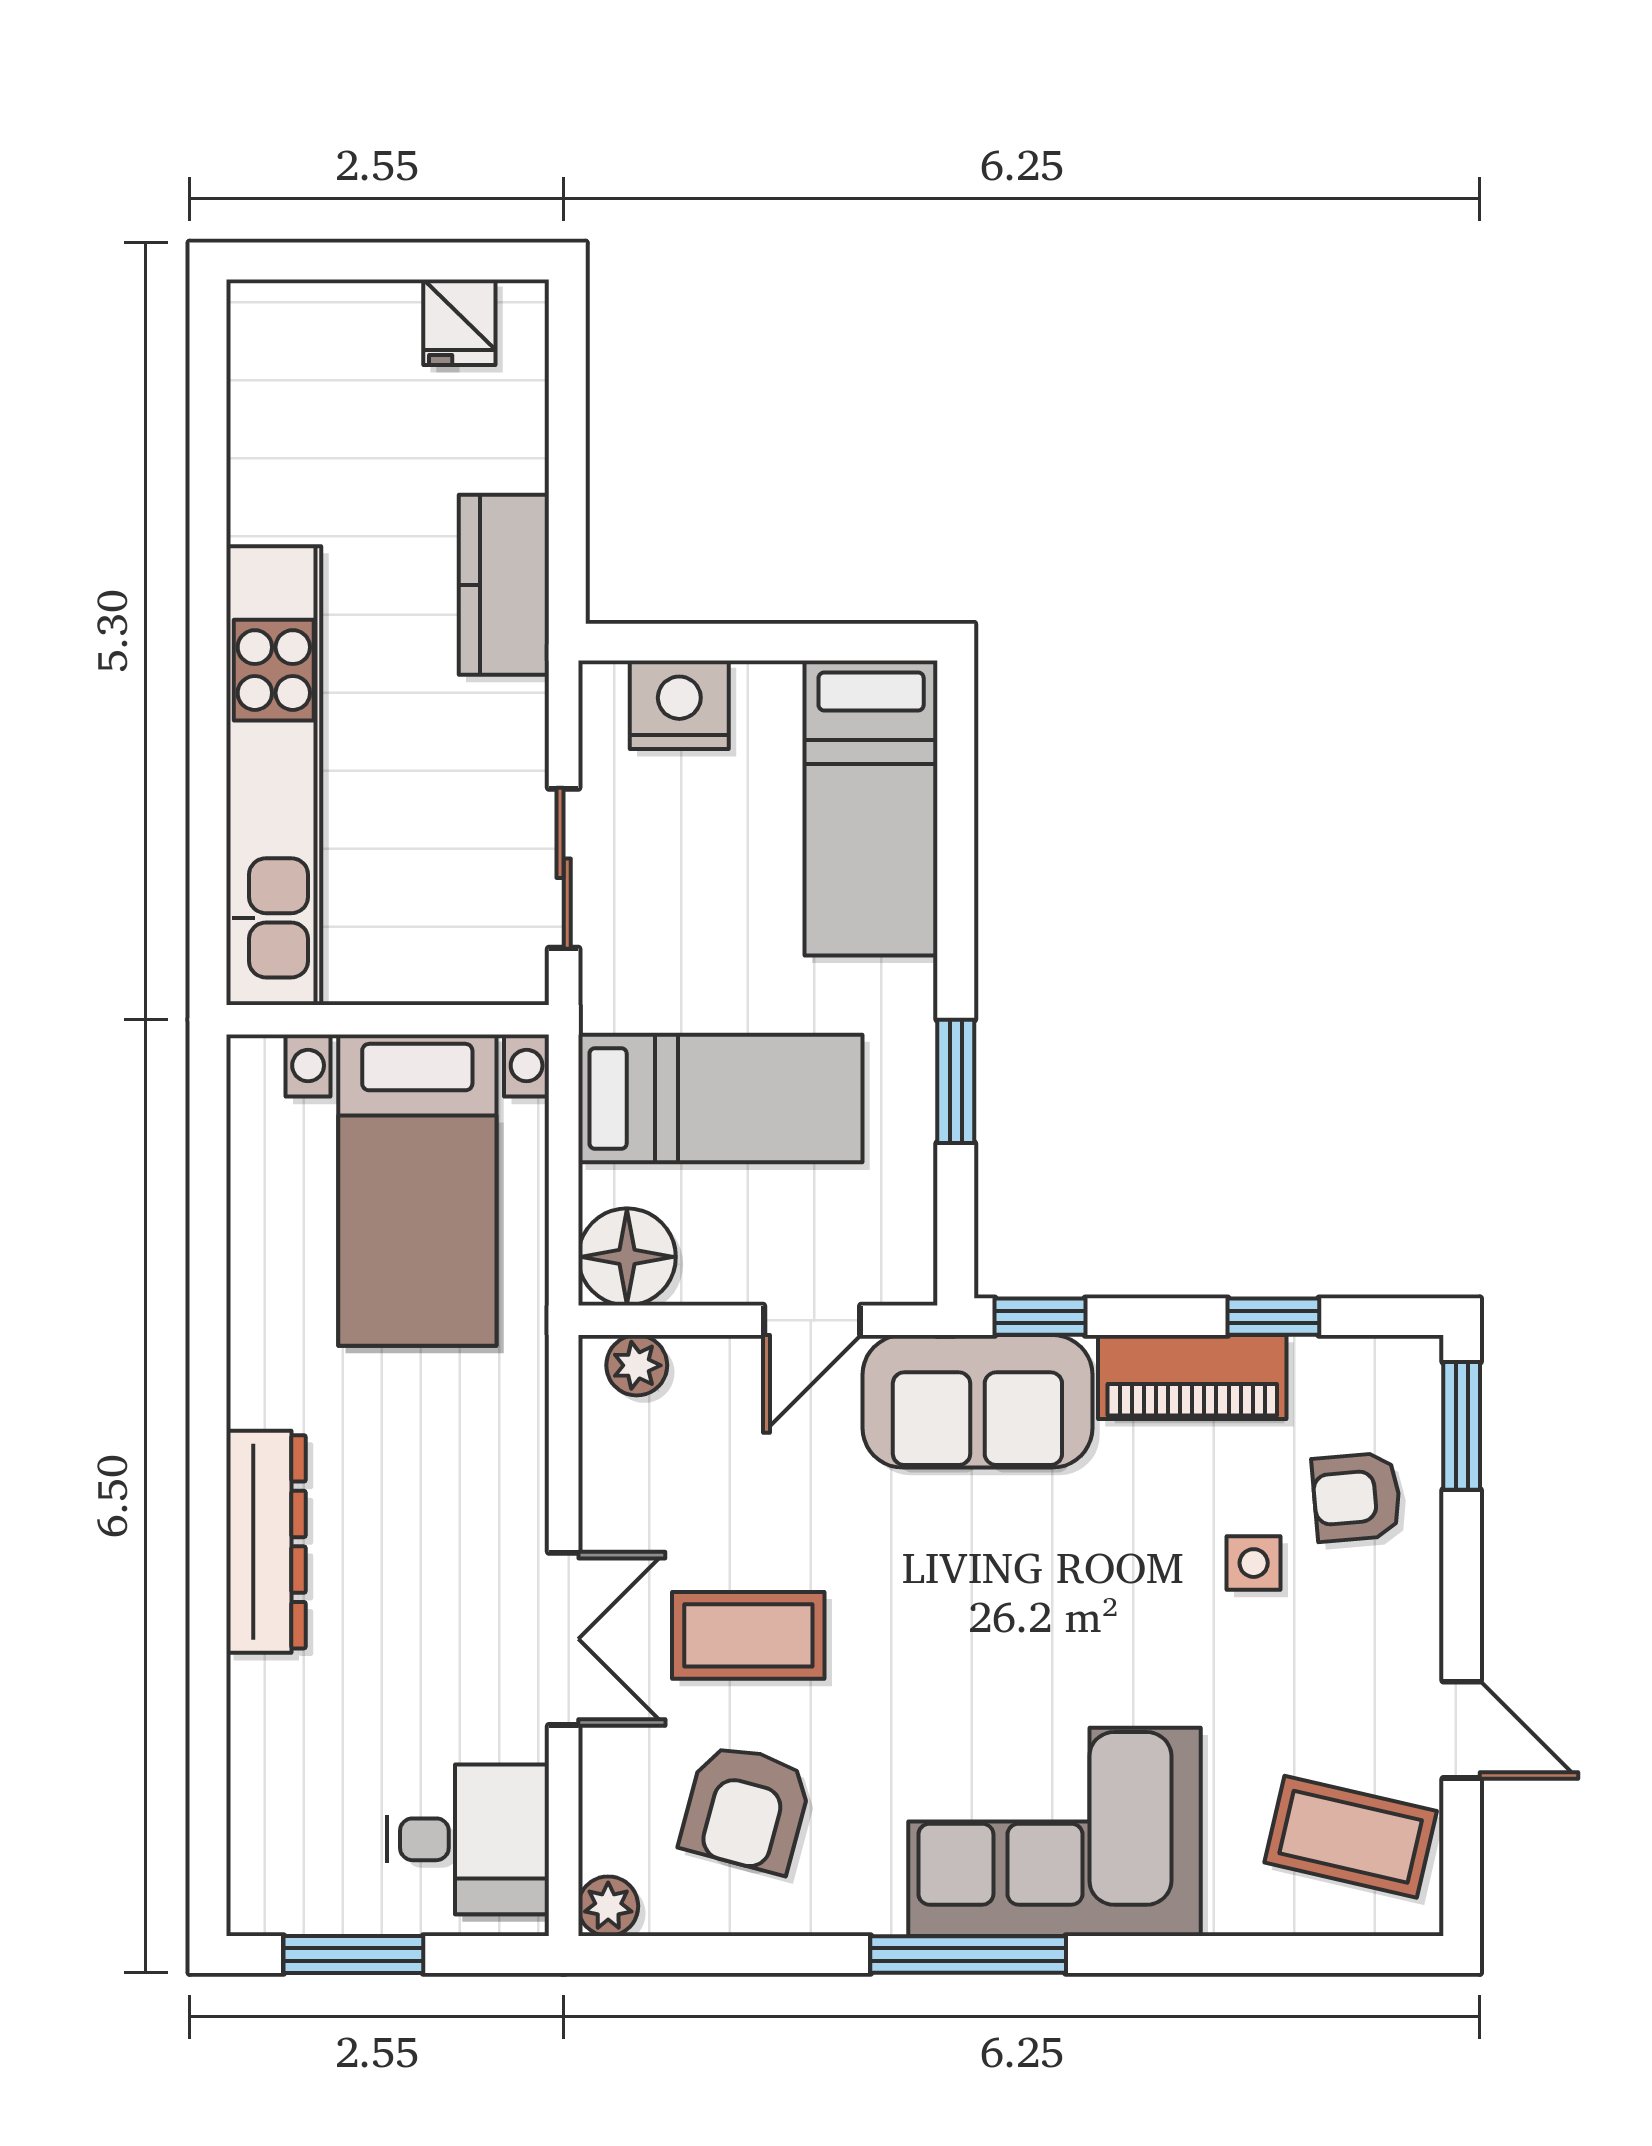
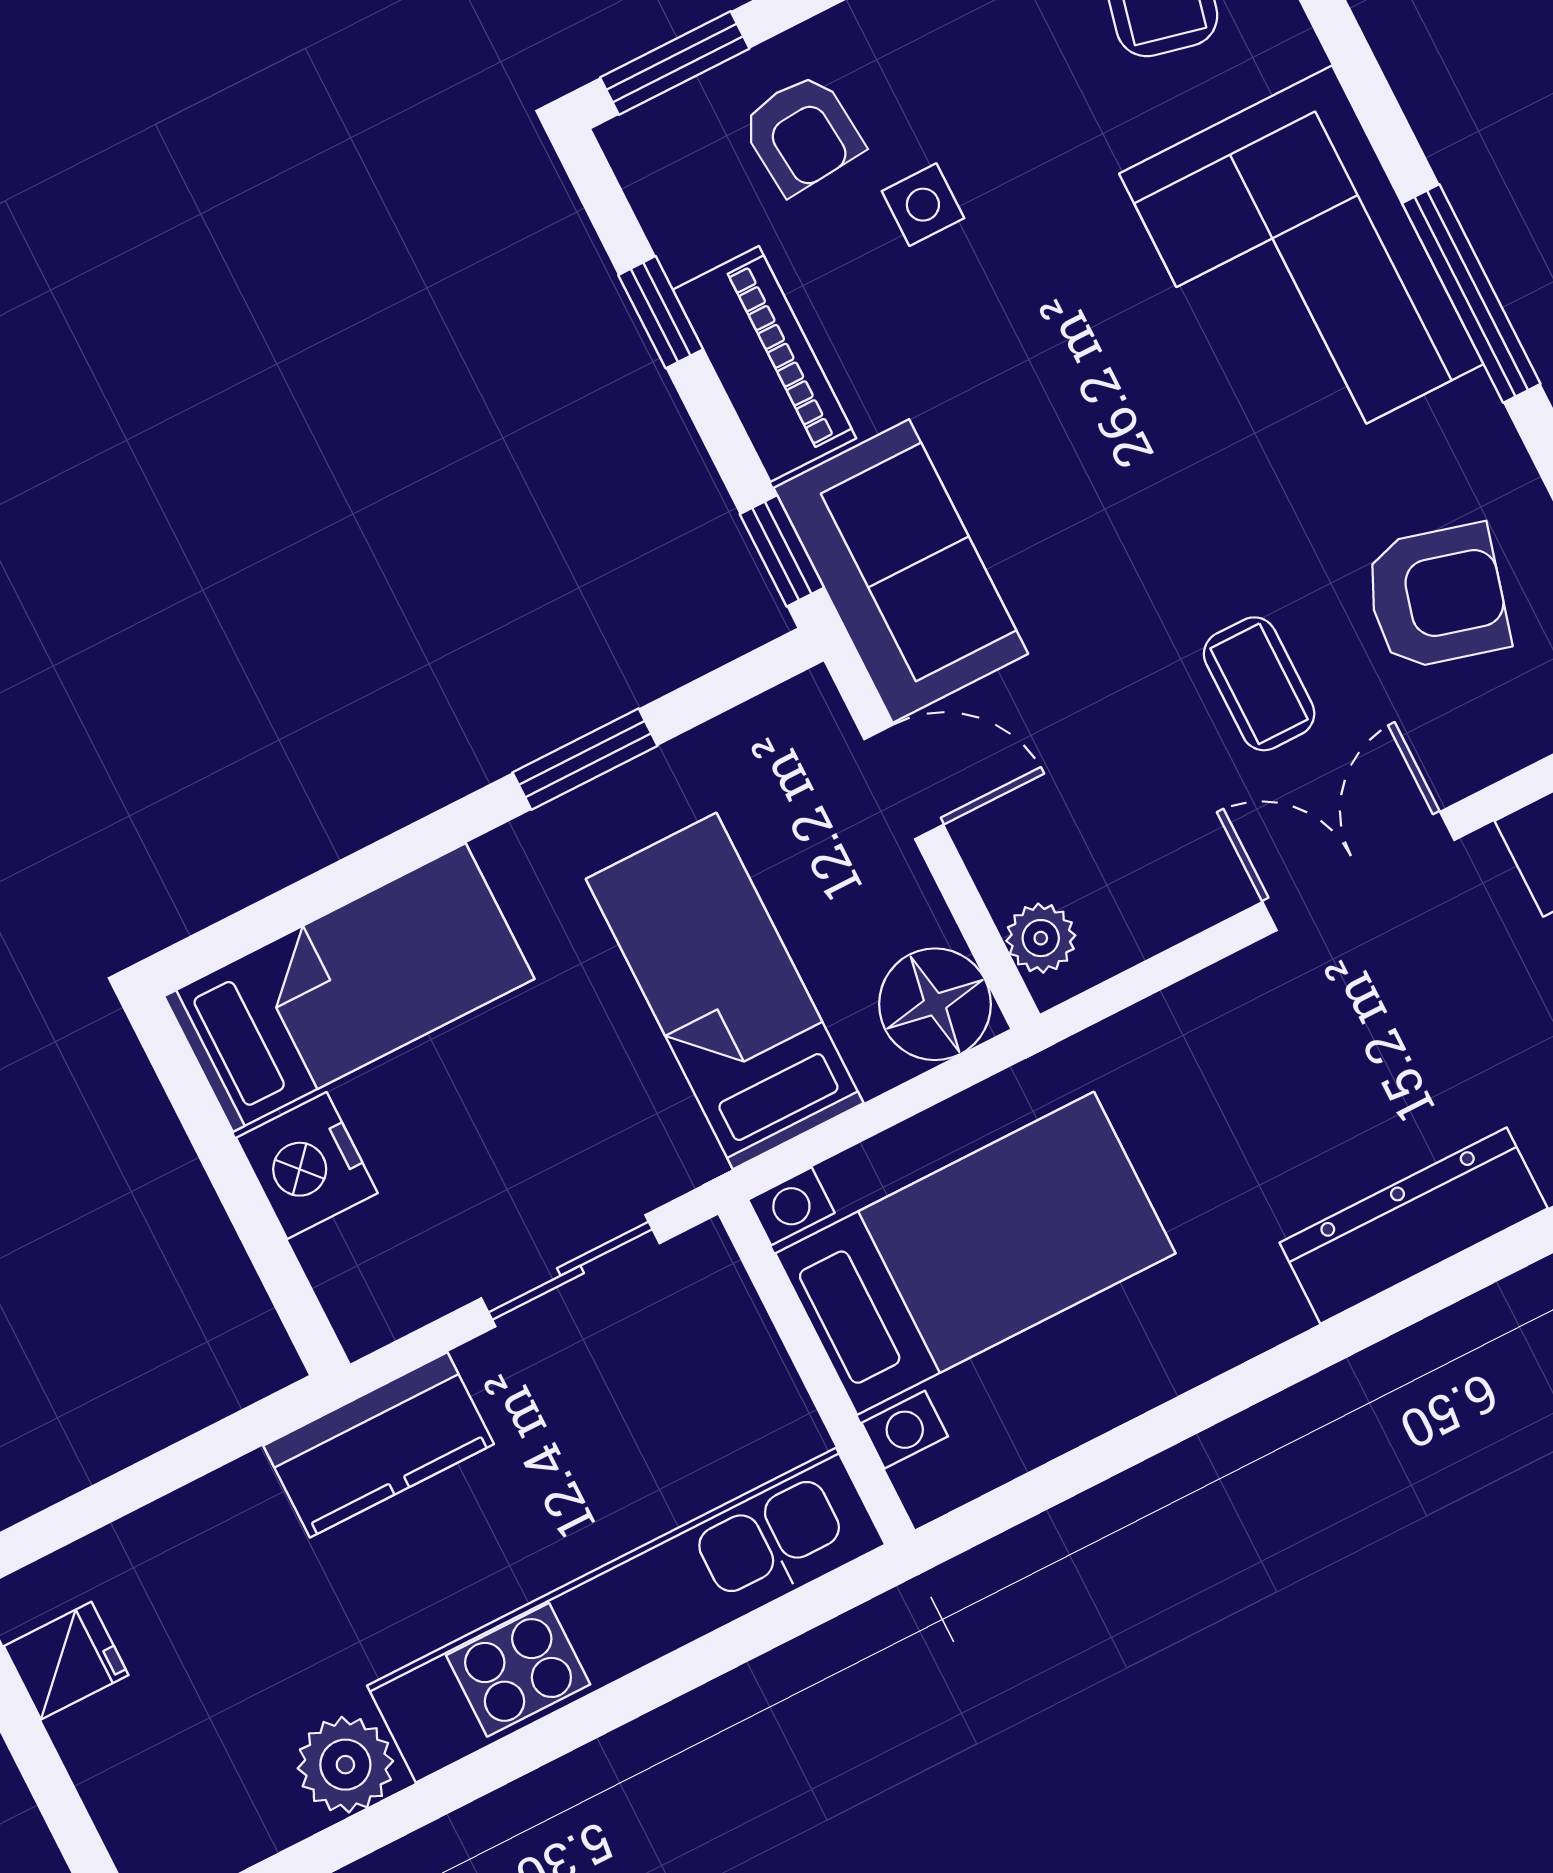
plant: (268, 498) -> (345, 1765), added
kitchen counter: (504, 585) -> (379, 1445), moved
nightstand: (679, 705) -> (307, 1165), moved
coffee table: (748, 1635) -> (1259, 684), width x0.73, depth x0.77

